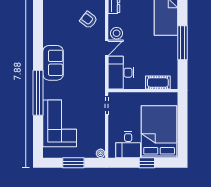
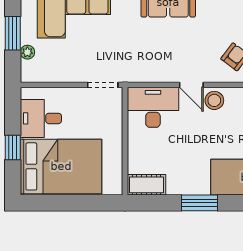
window: (182, 43) -> (199, 203), width x0.69
cot: (158, 82) -> (146, 185), moved, turned 90
plant: (101, 153) -> (27, 52), moved

